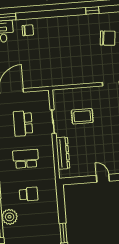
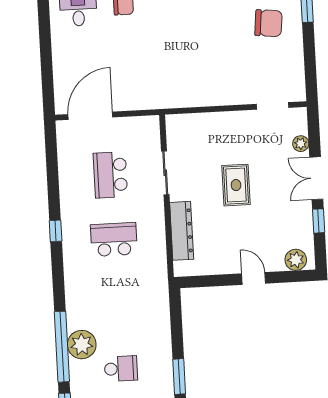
rug: (82, 116) -> (236, 185), moved, turned 90
school desk: (29, 194) -> (121, 369), moved

